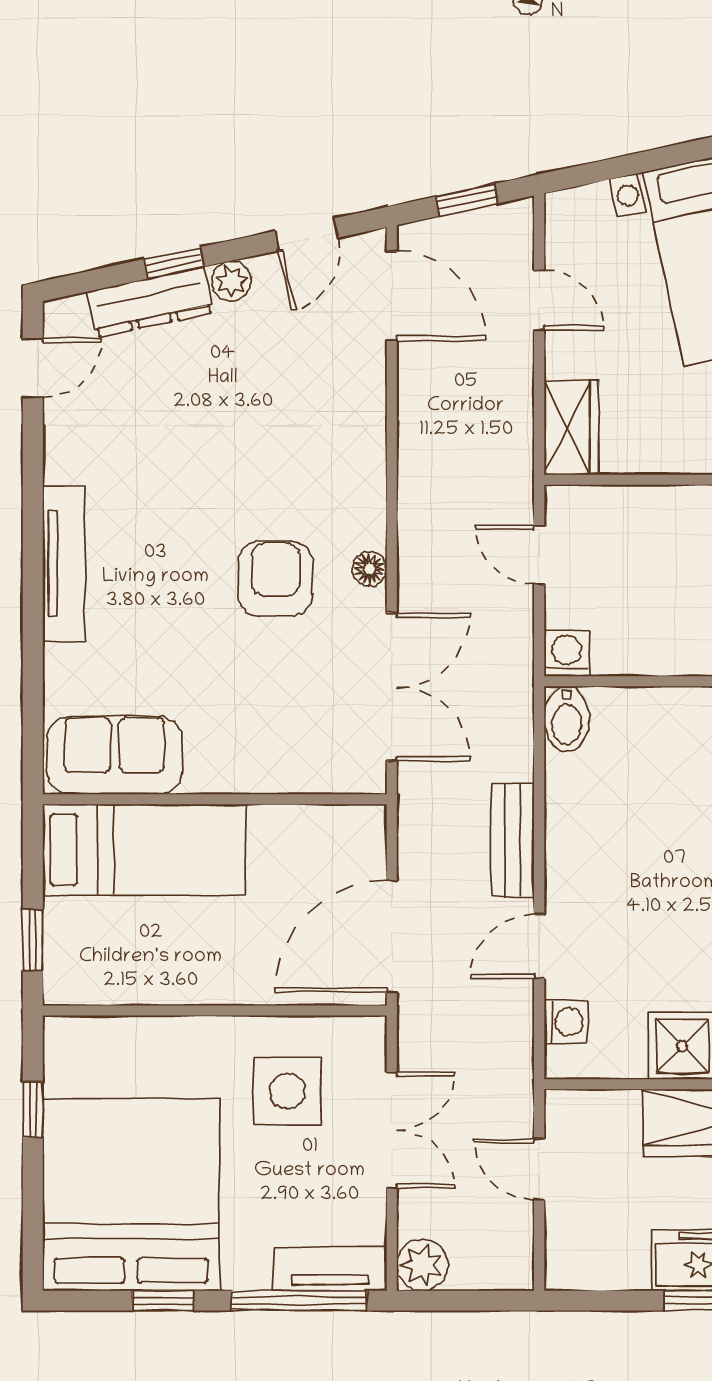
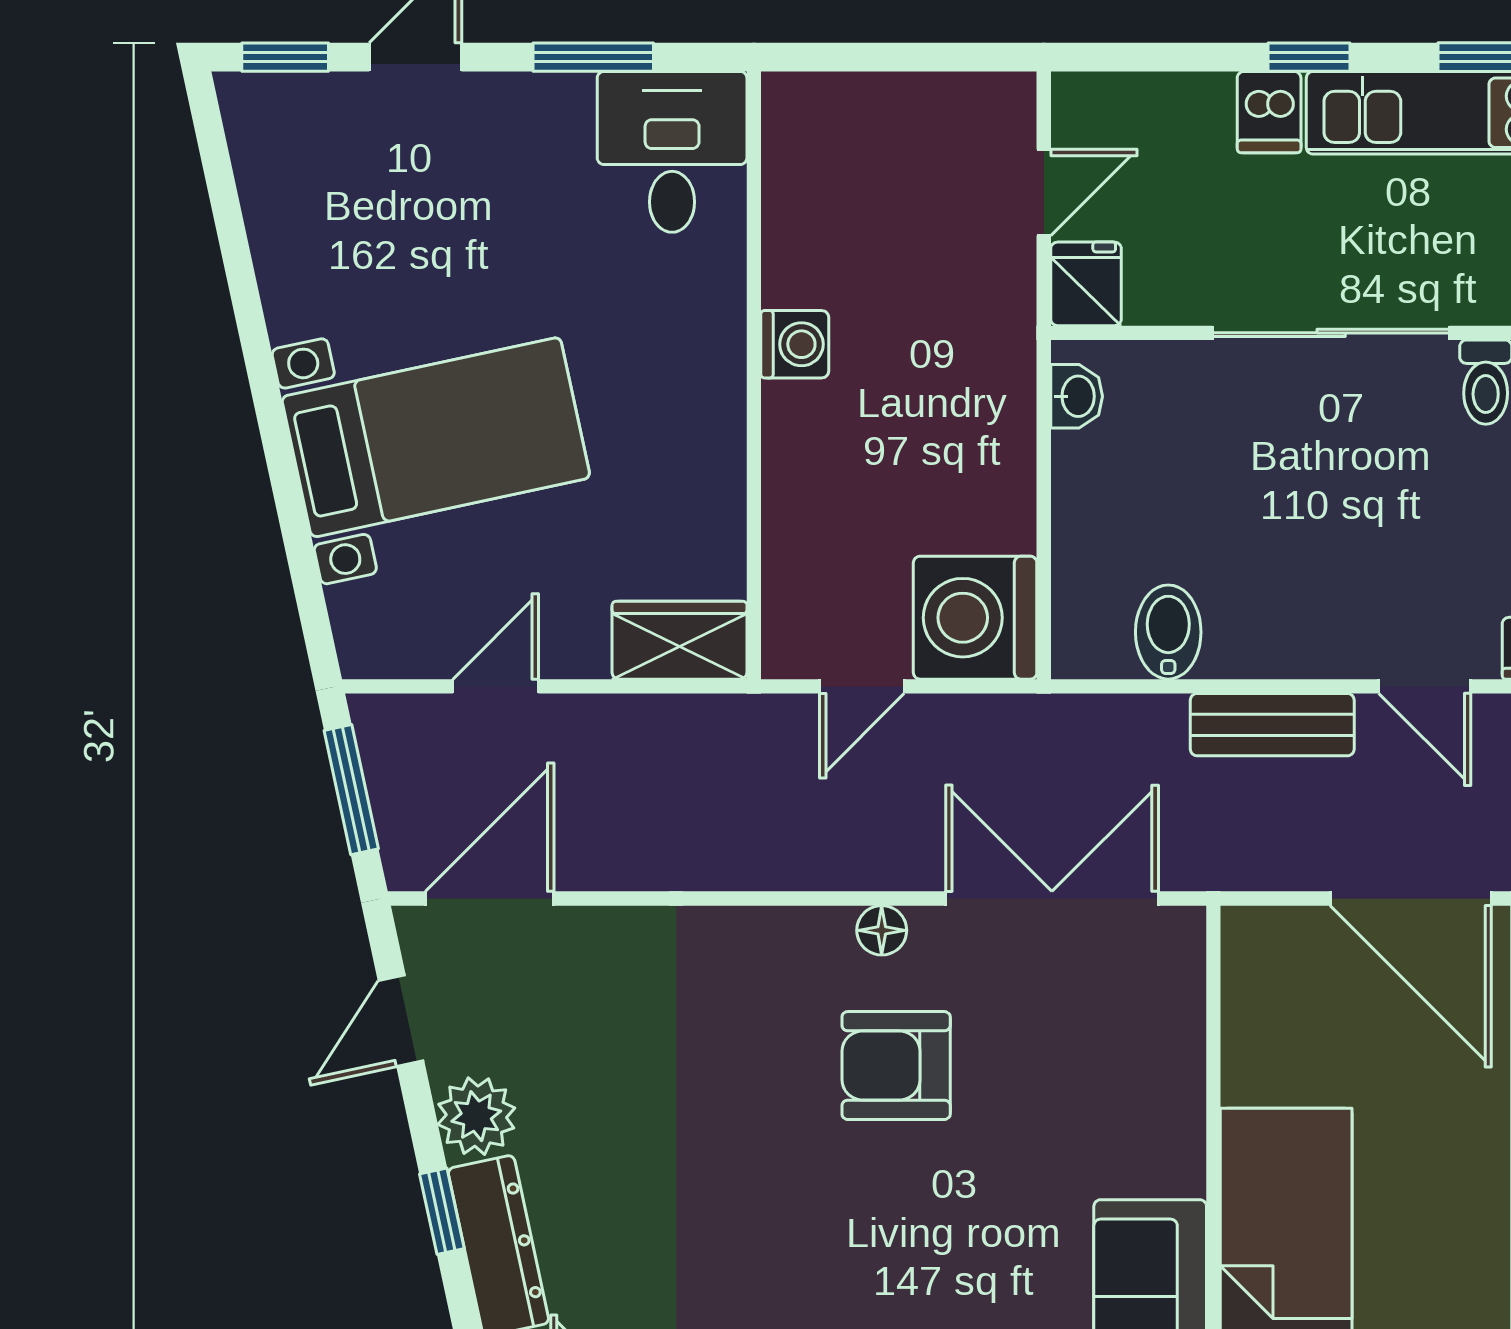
window: (467, 200) -> (351, 790), width x1.50
door: (307, 234) -> (401, 1021), swing flipped
plant: (231, 281) -> (476, 1116), width x1.38, depth x1.38
washing machine: (567, 654) -> (975, 618), width x1.89, depth x1.89
bidet: (567, 719) -> (1168, 632), moved, turned -90

